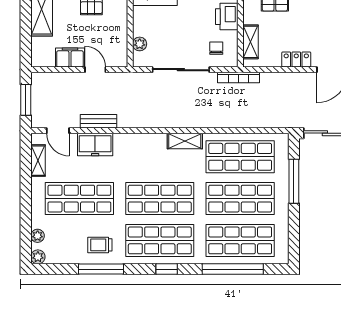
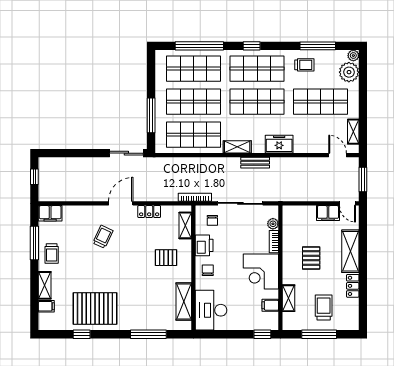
bookcase: (138, 21) -> (274, 242), added
door: (95, 70) -> (348, 203), moved
bench: (99, 121) -> (255, 163), moved
freezer: (95, 145) -> (279, 144), moved
plant: (38, 236) -> (349, 72), width x1.88, depth x1.88
window: (101, 269) -> (318, 46), moved

